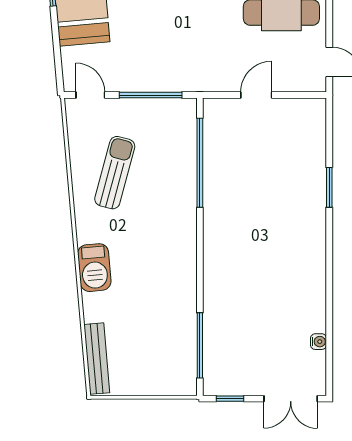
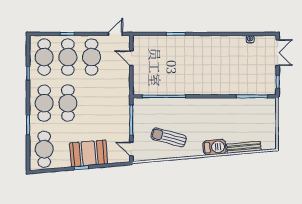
door: (90, 95) -> (131, 149), hinge flipped
door: (256, 95) -> (131, 58), moved
bench: (97, 359) -> (244, 147), moved

